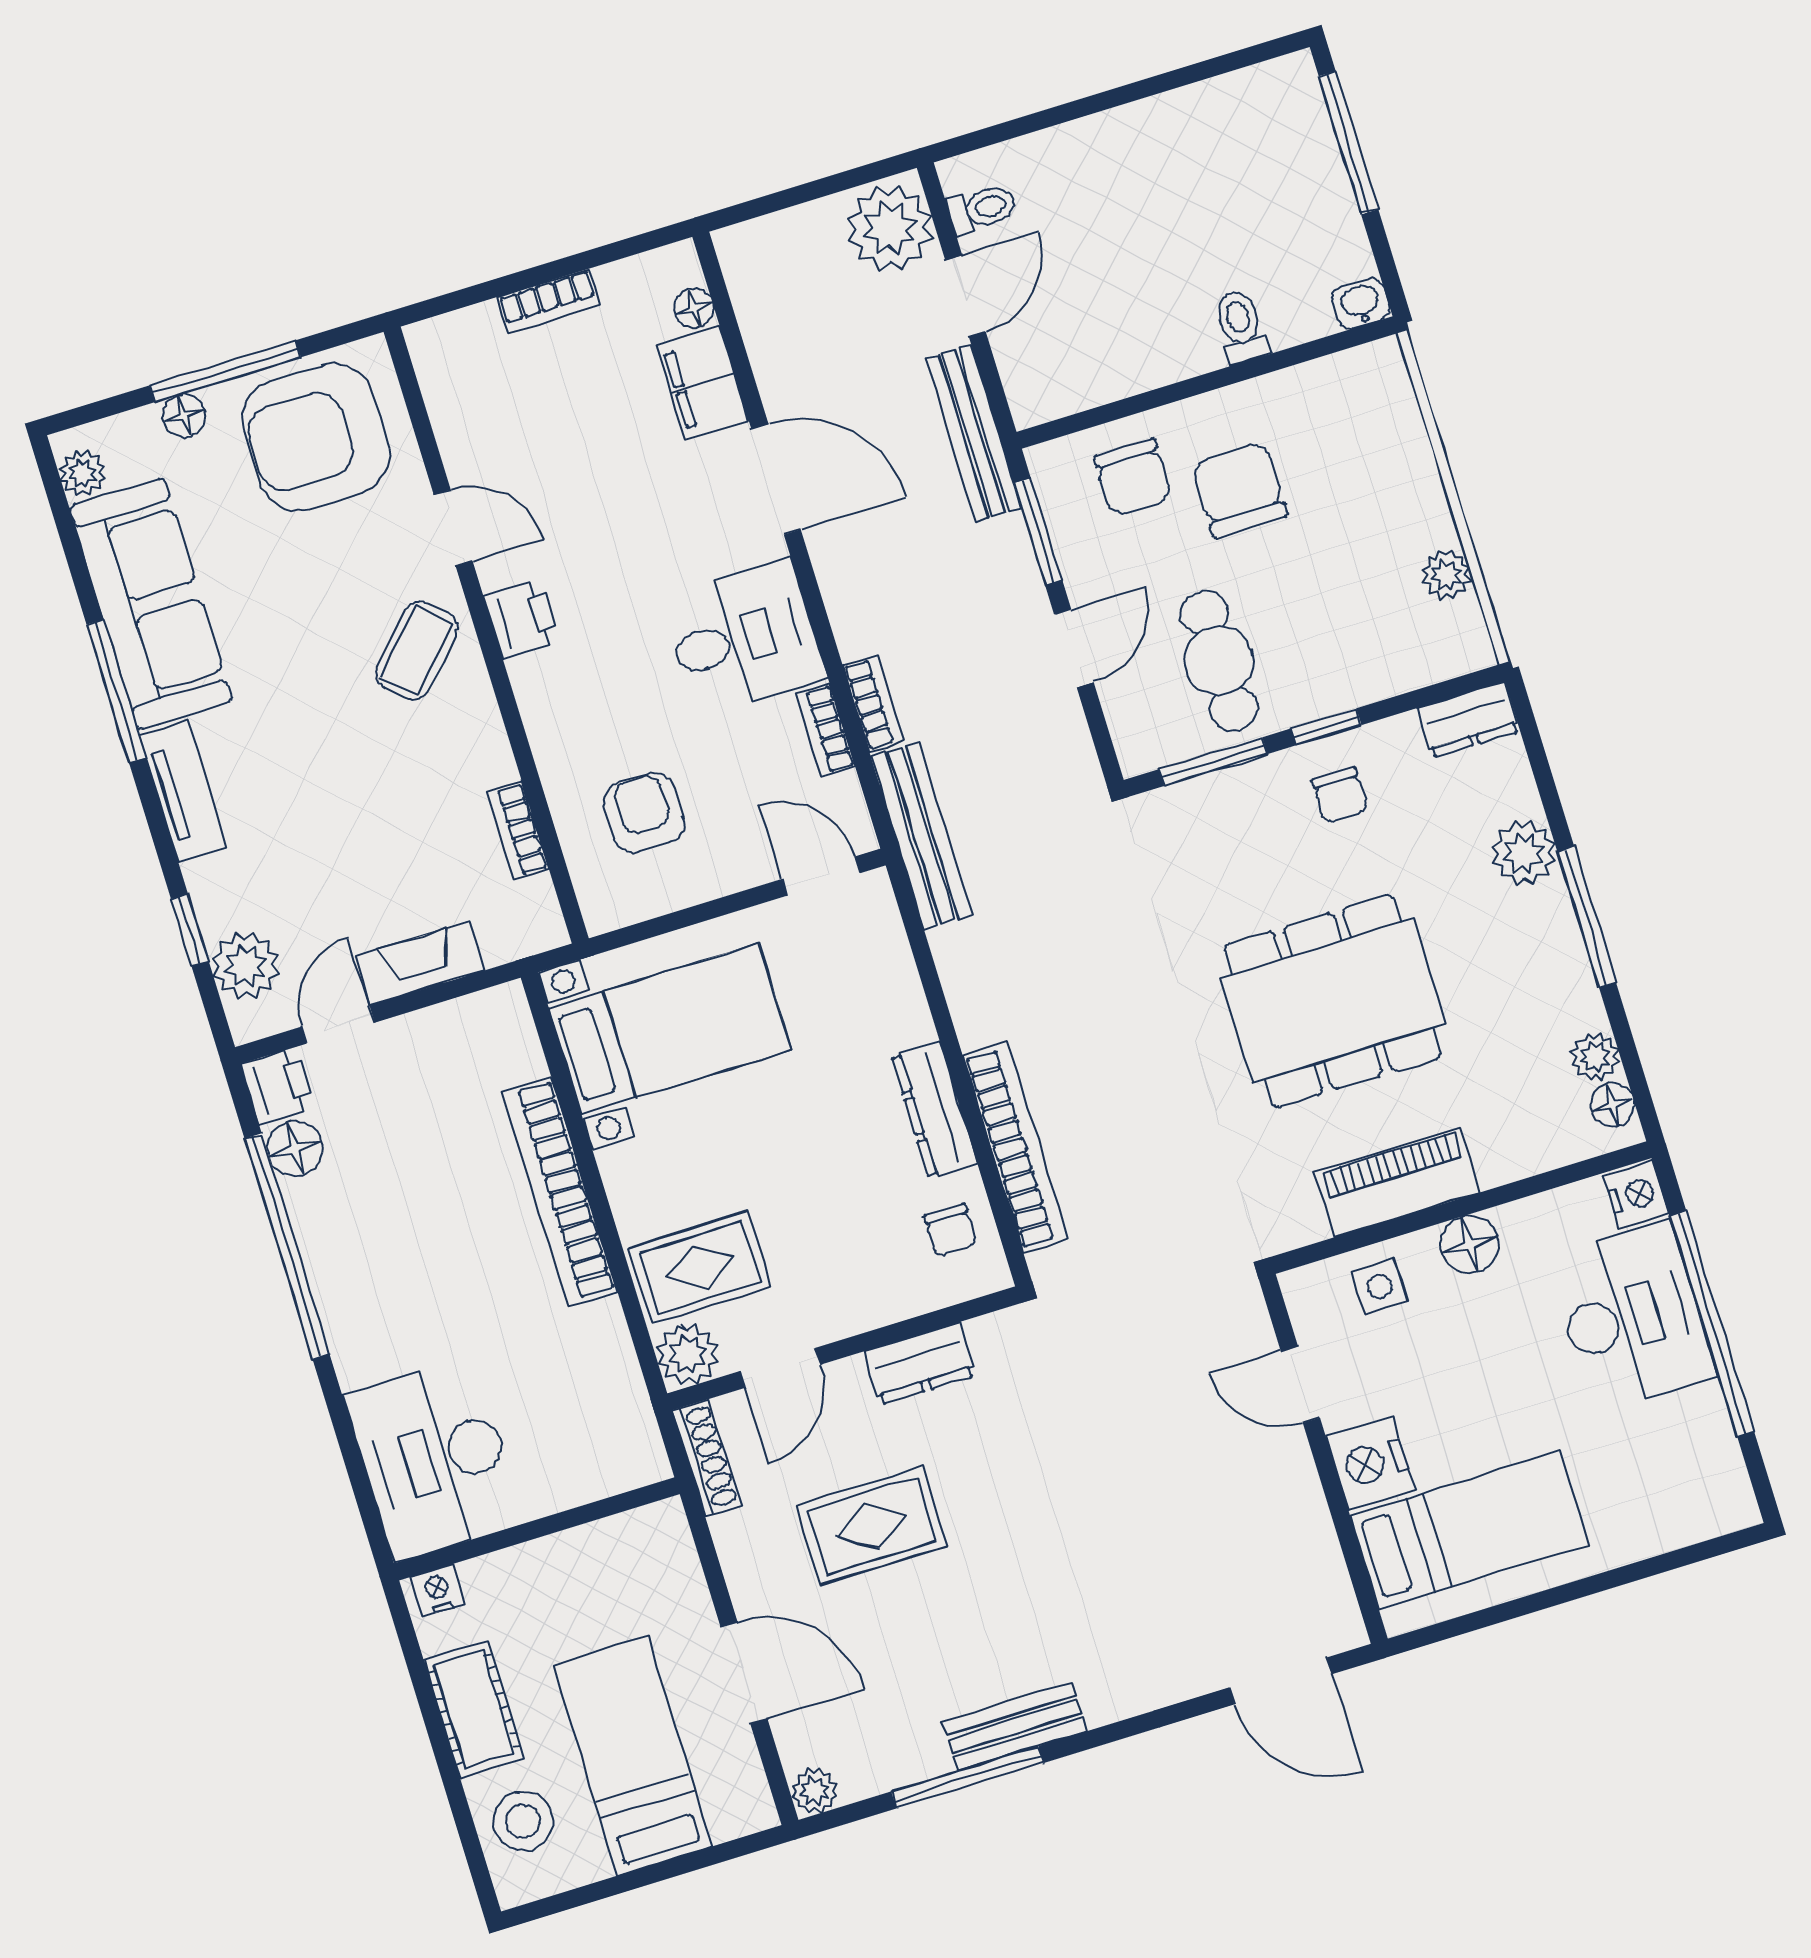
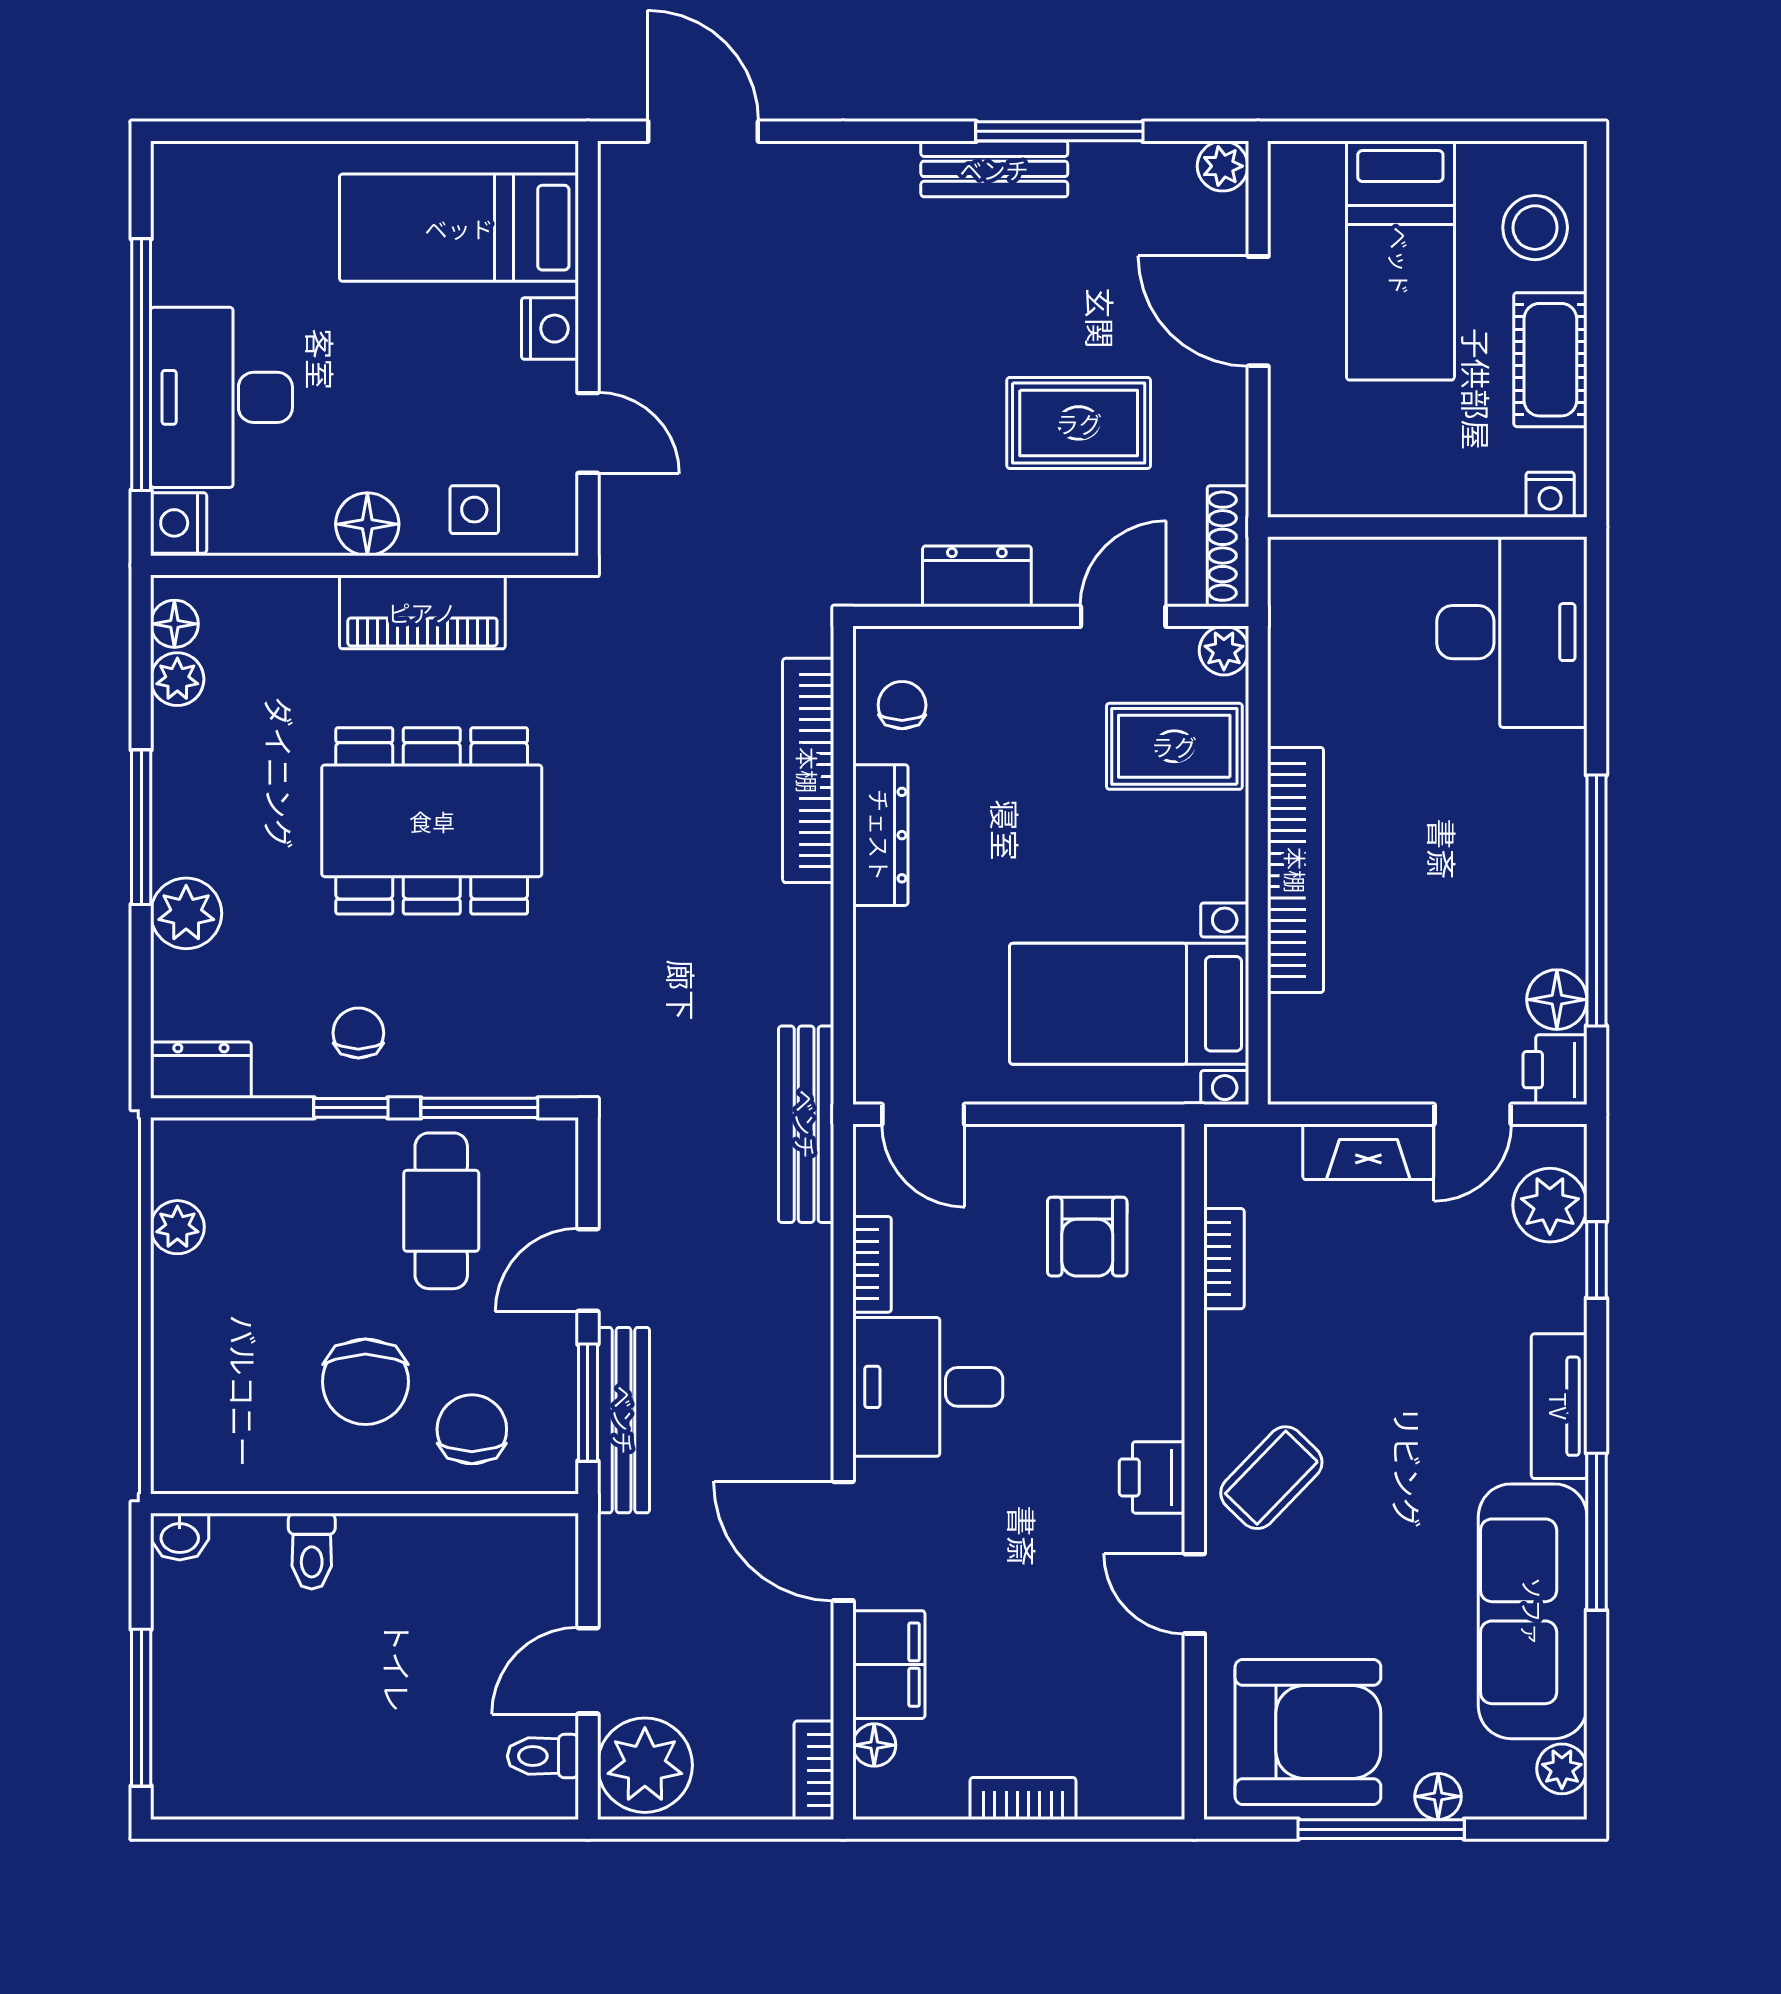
bench: (973, 433) -> (624, 1420), moved
bookcase: (873, 703) -> (814, 1770), moved
plant: (688, 1355) -> (1224, 651), width x0.73, depth x0.73
nightstand: (1370, 1463) -> (550, 329), width x0.74, depth x0.75

